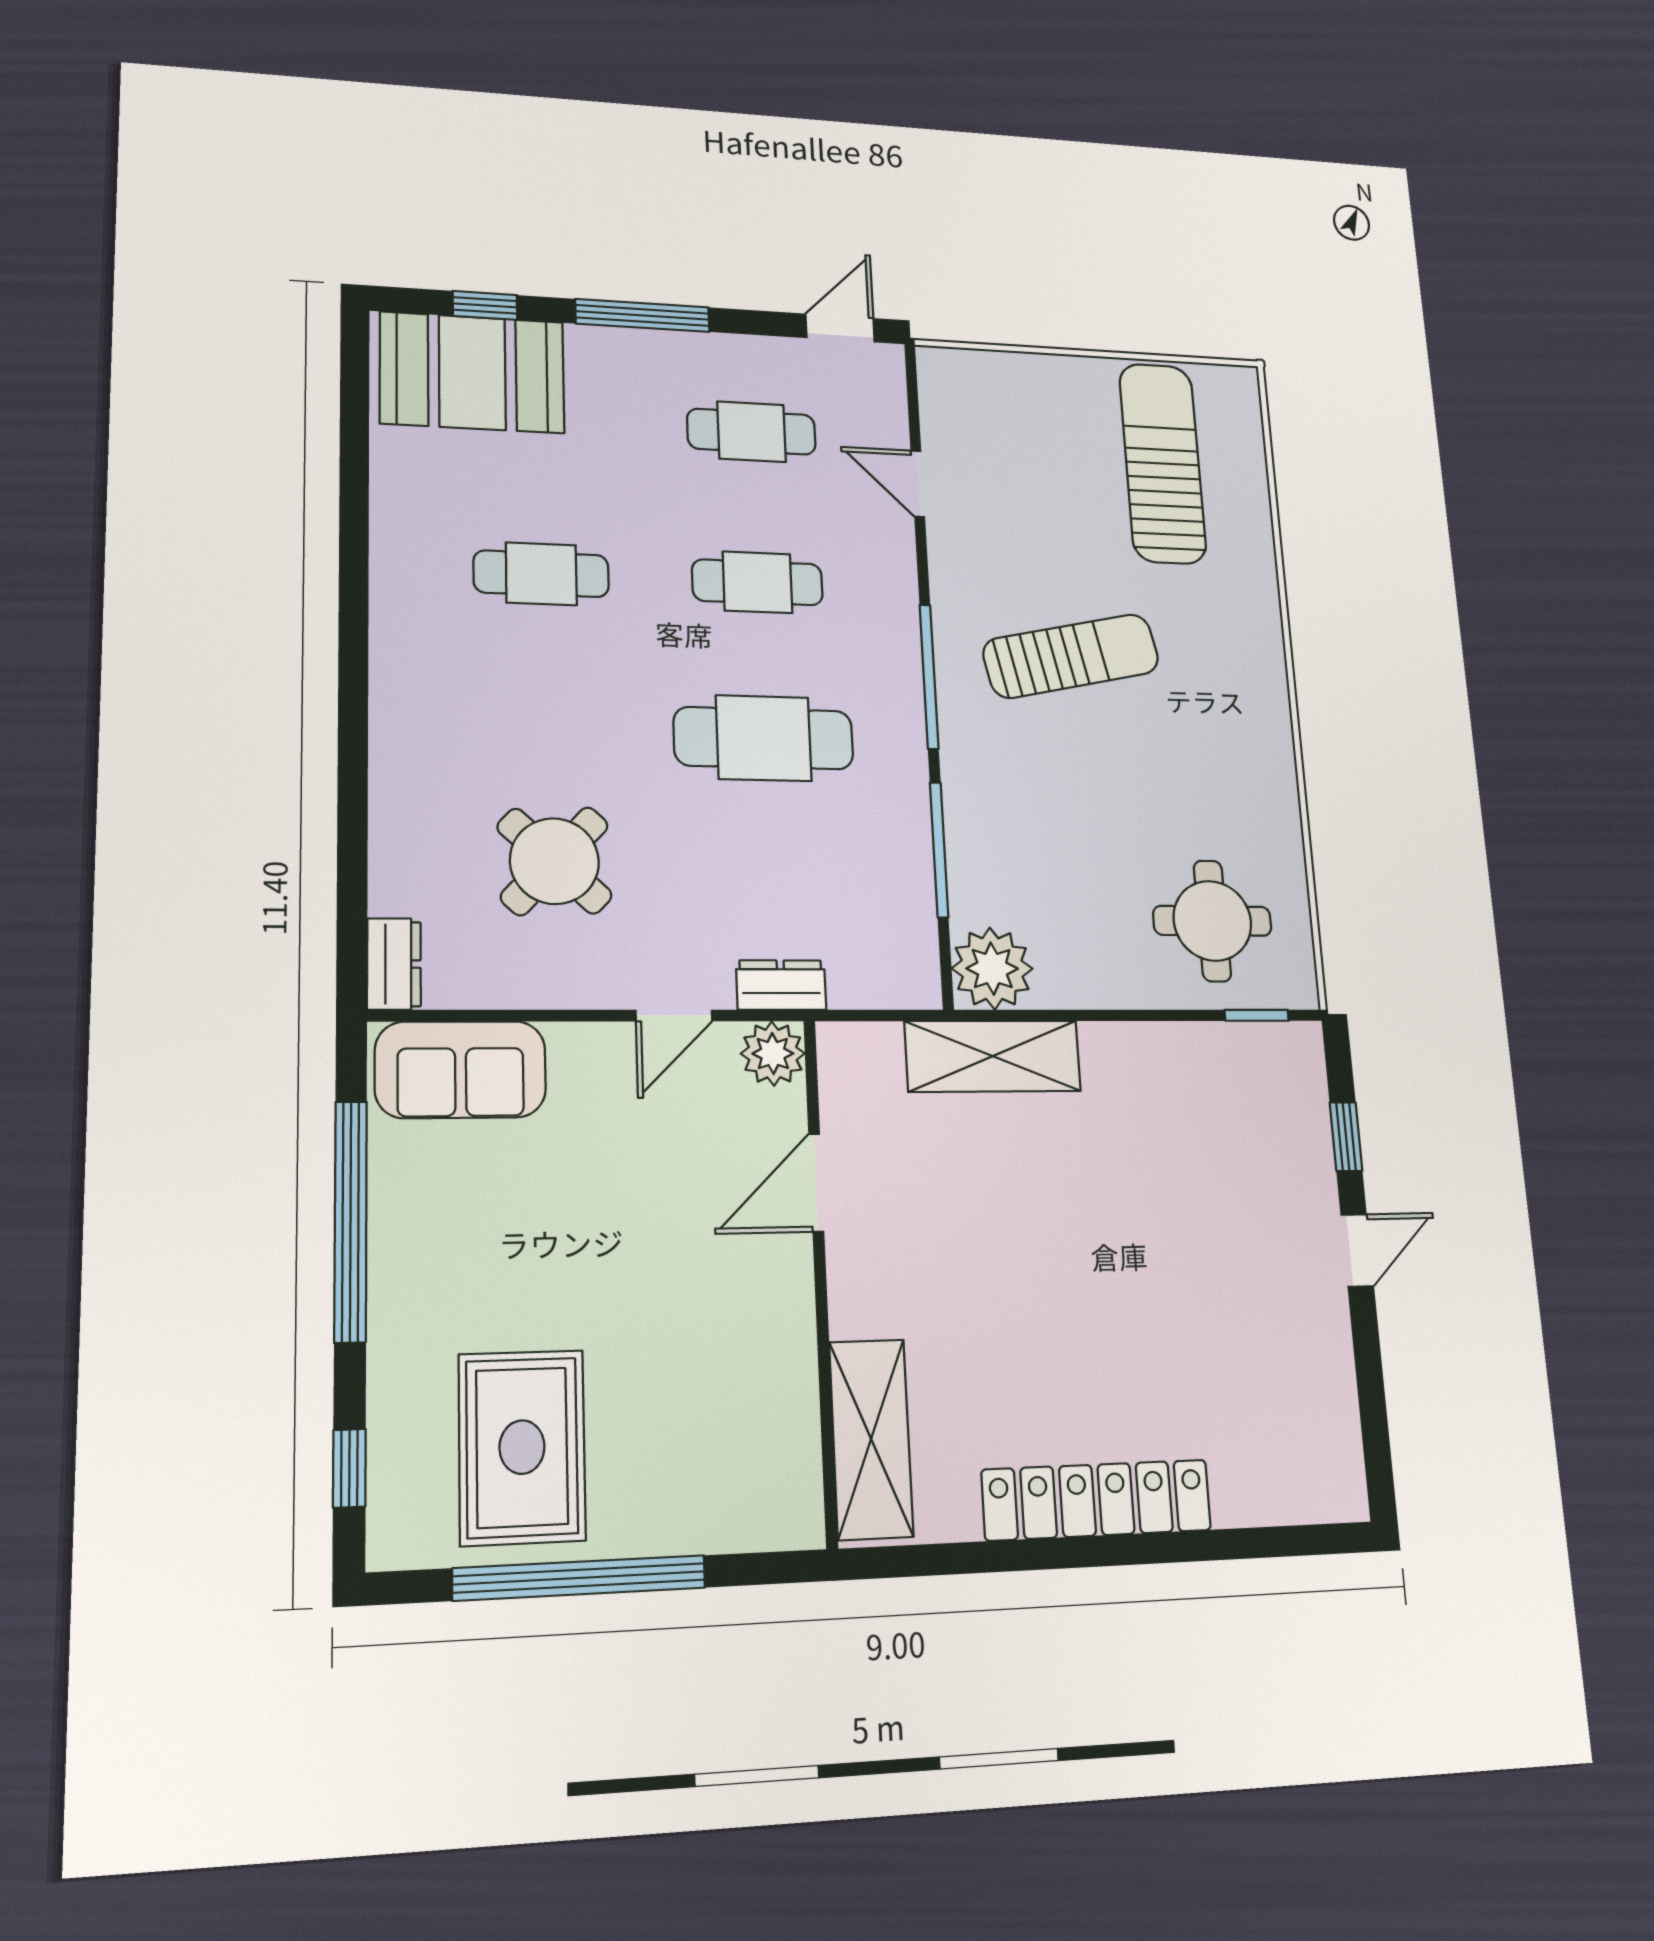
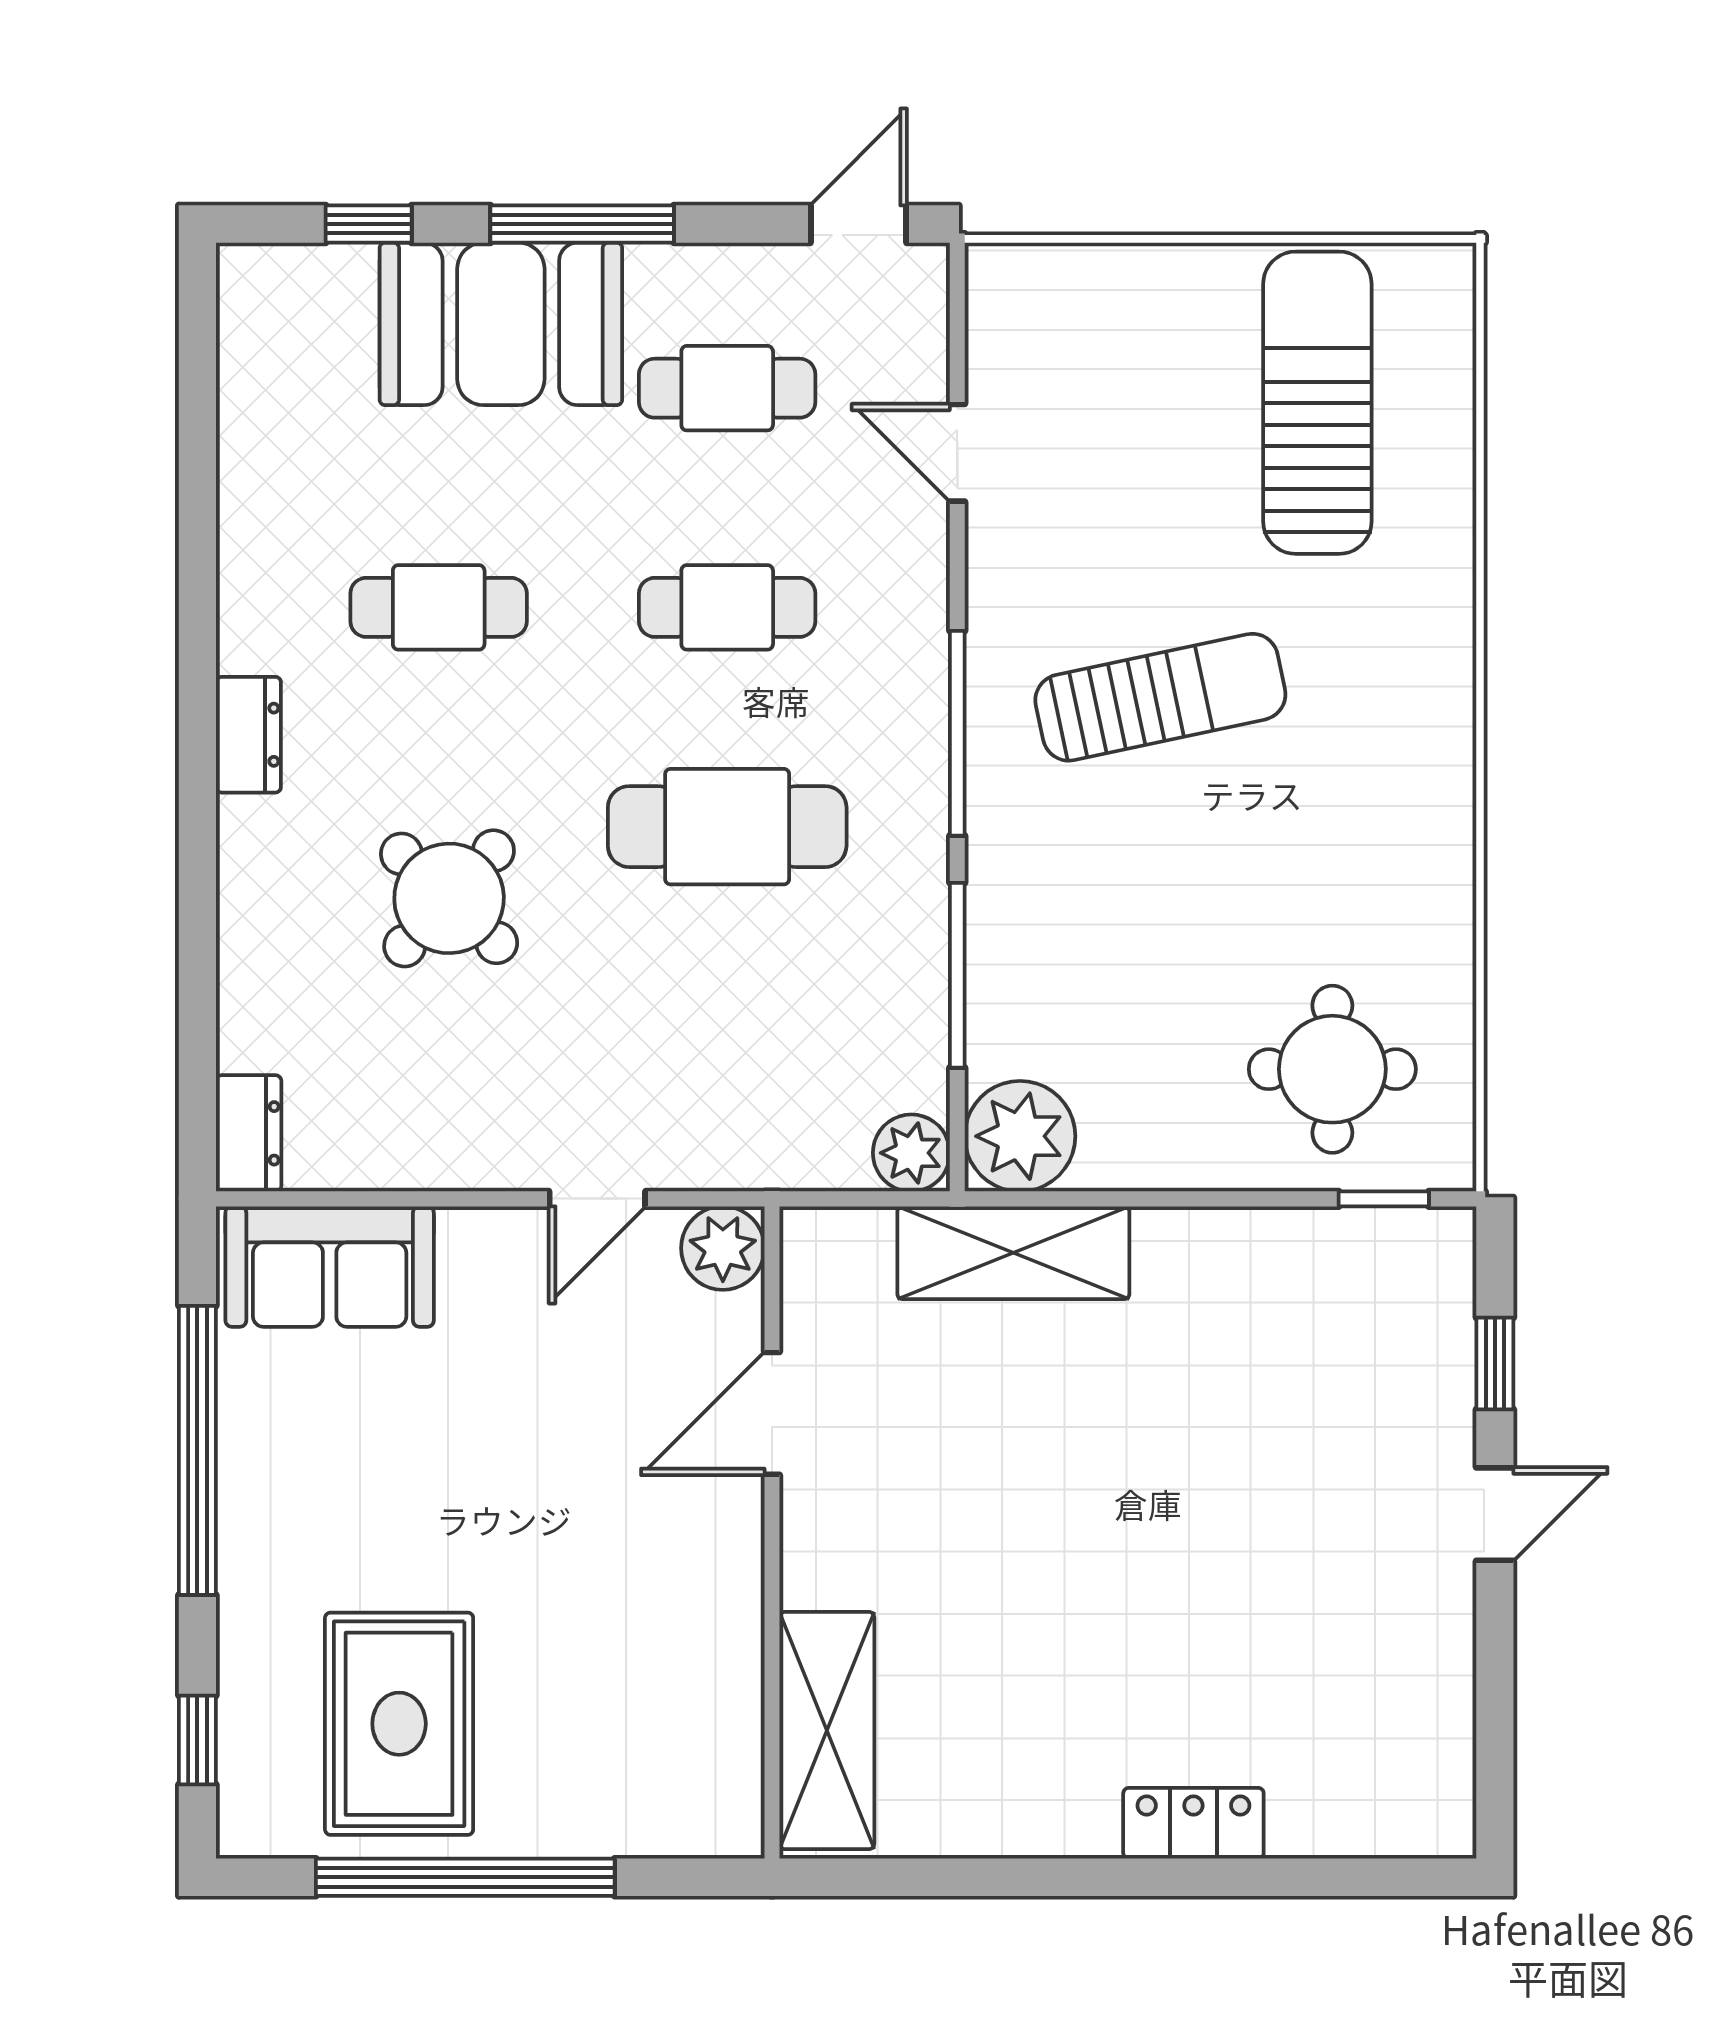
booth: (472, 372) -> (501, 324), moved
round table: (554, 861) -> (449, 898), moved
plant: (913, 981) -> (911, 1153), added
dresser: (781, 985) -> (248, 735), moved, turned 90
locker: (1097, 1500) -> (1193, 1823), width x0.46, depth x0.83

